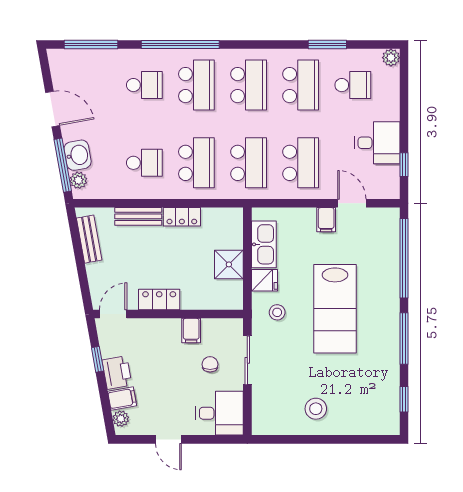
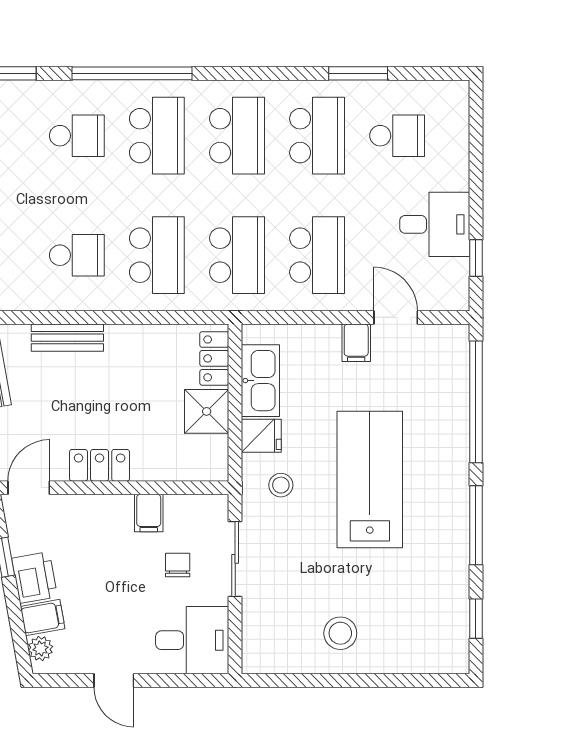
plant: (391, 58) -> (456, 93), removed
locker: (182, 217) -> (214, 358), moved, turned 90
lab bench: (335, 309) -> (370, 480), turned 180

